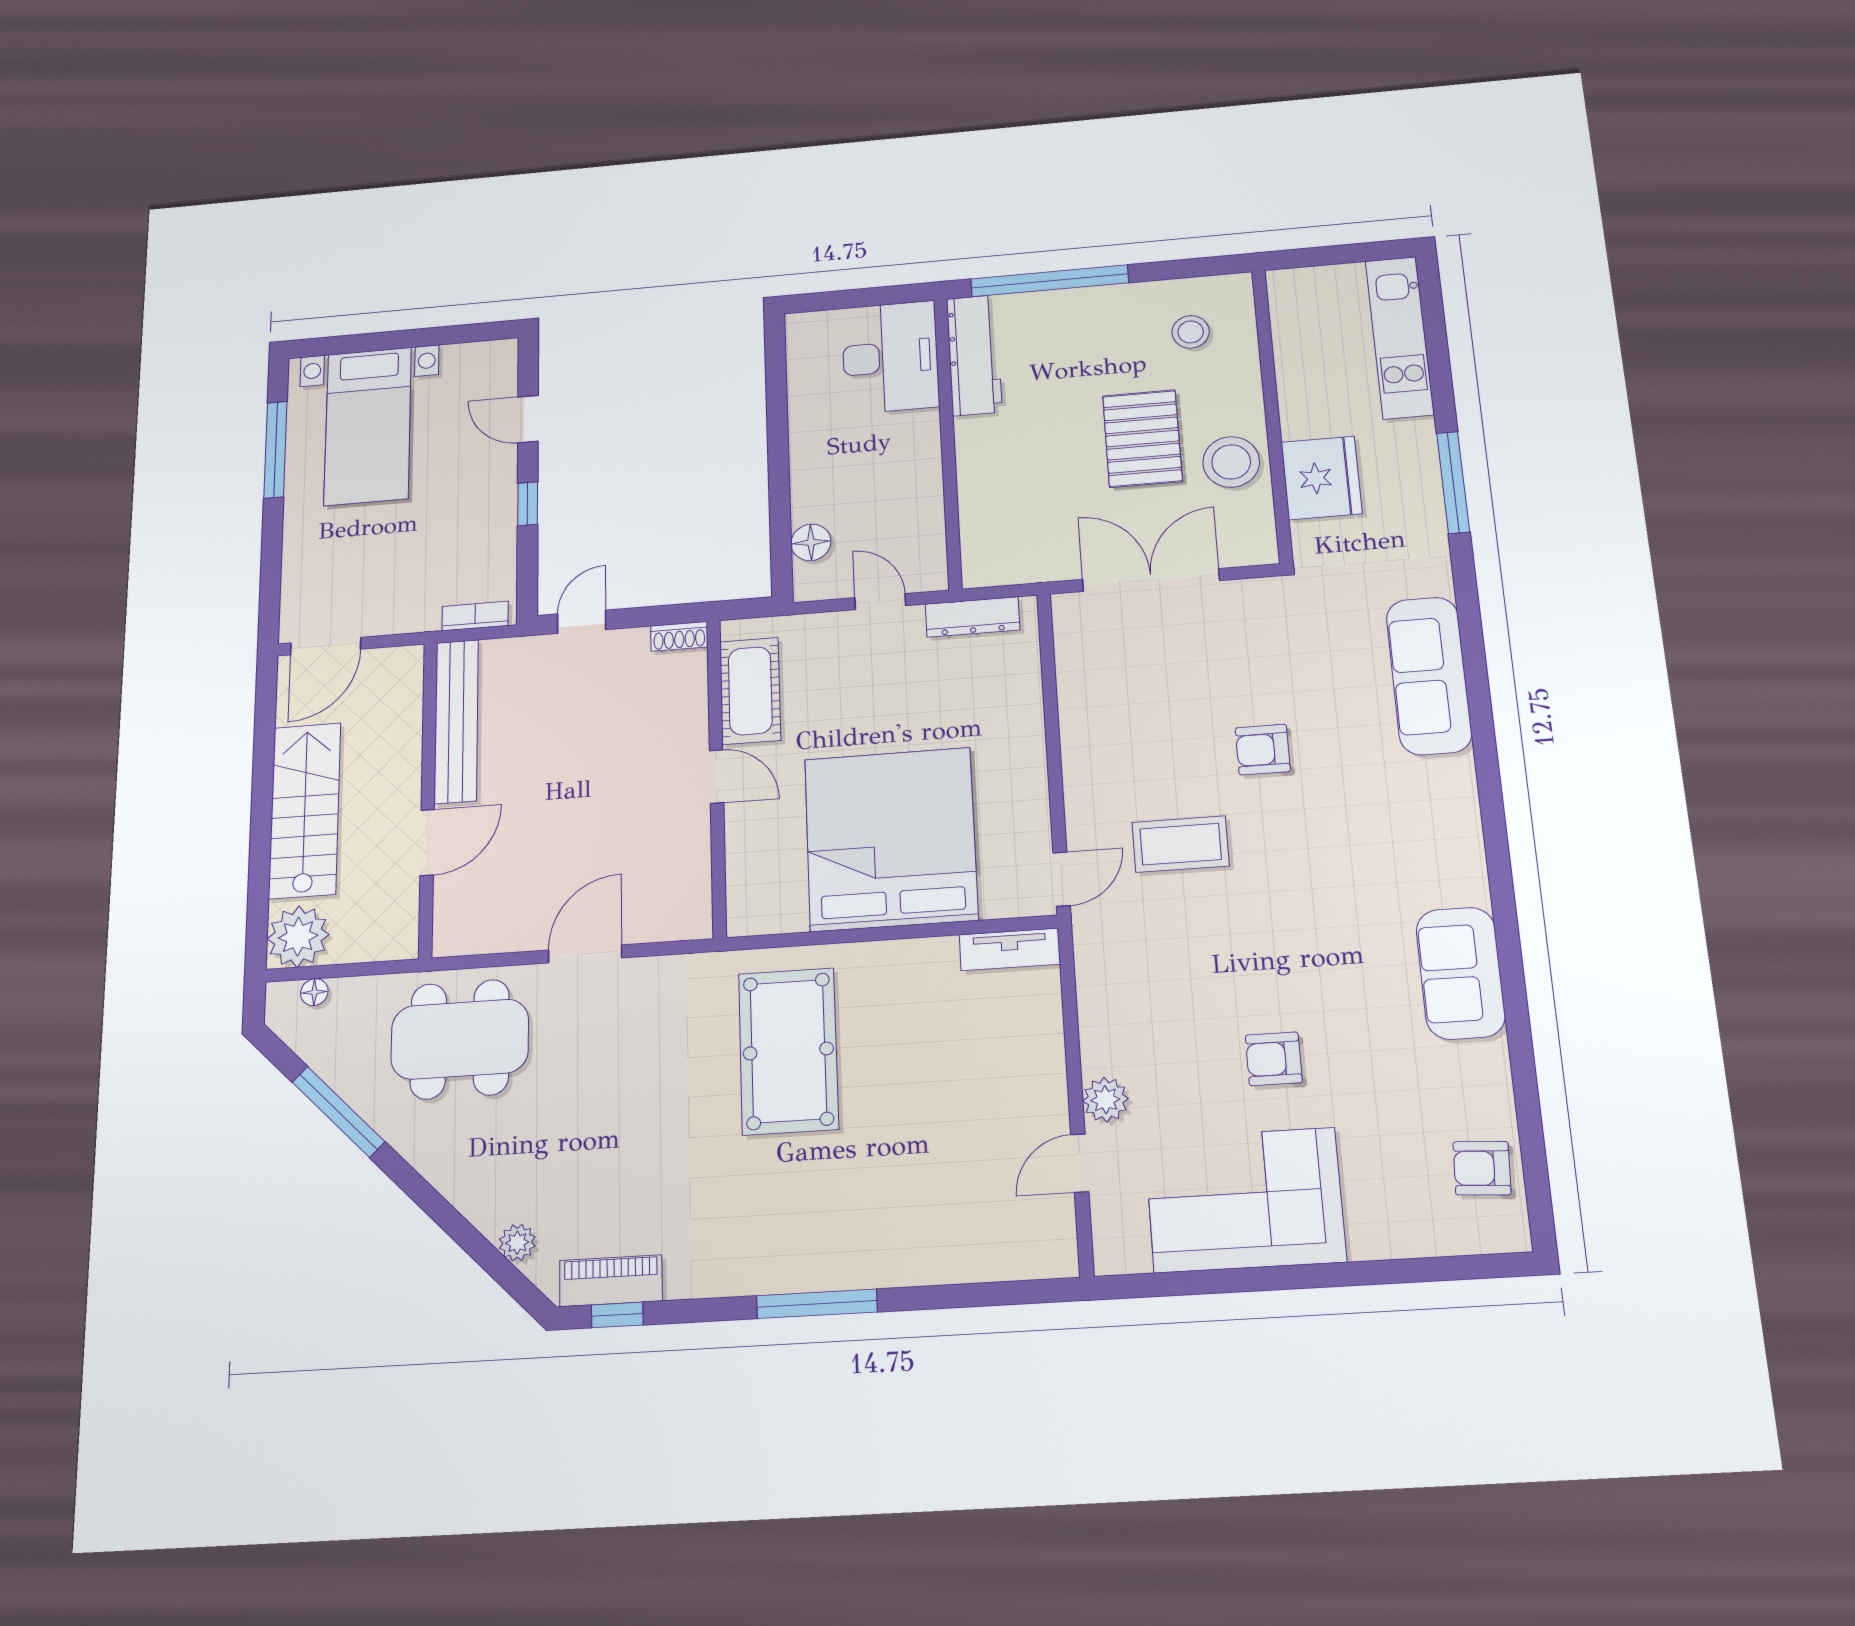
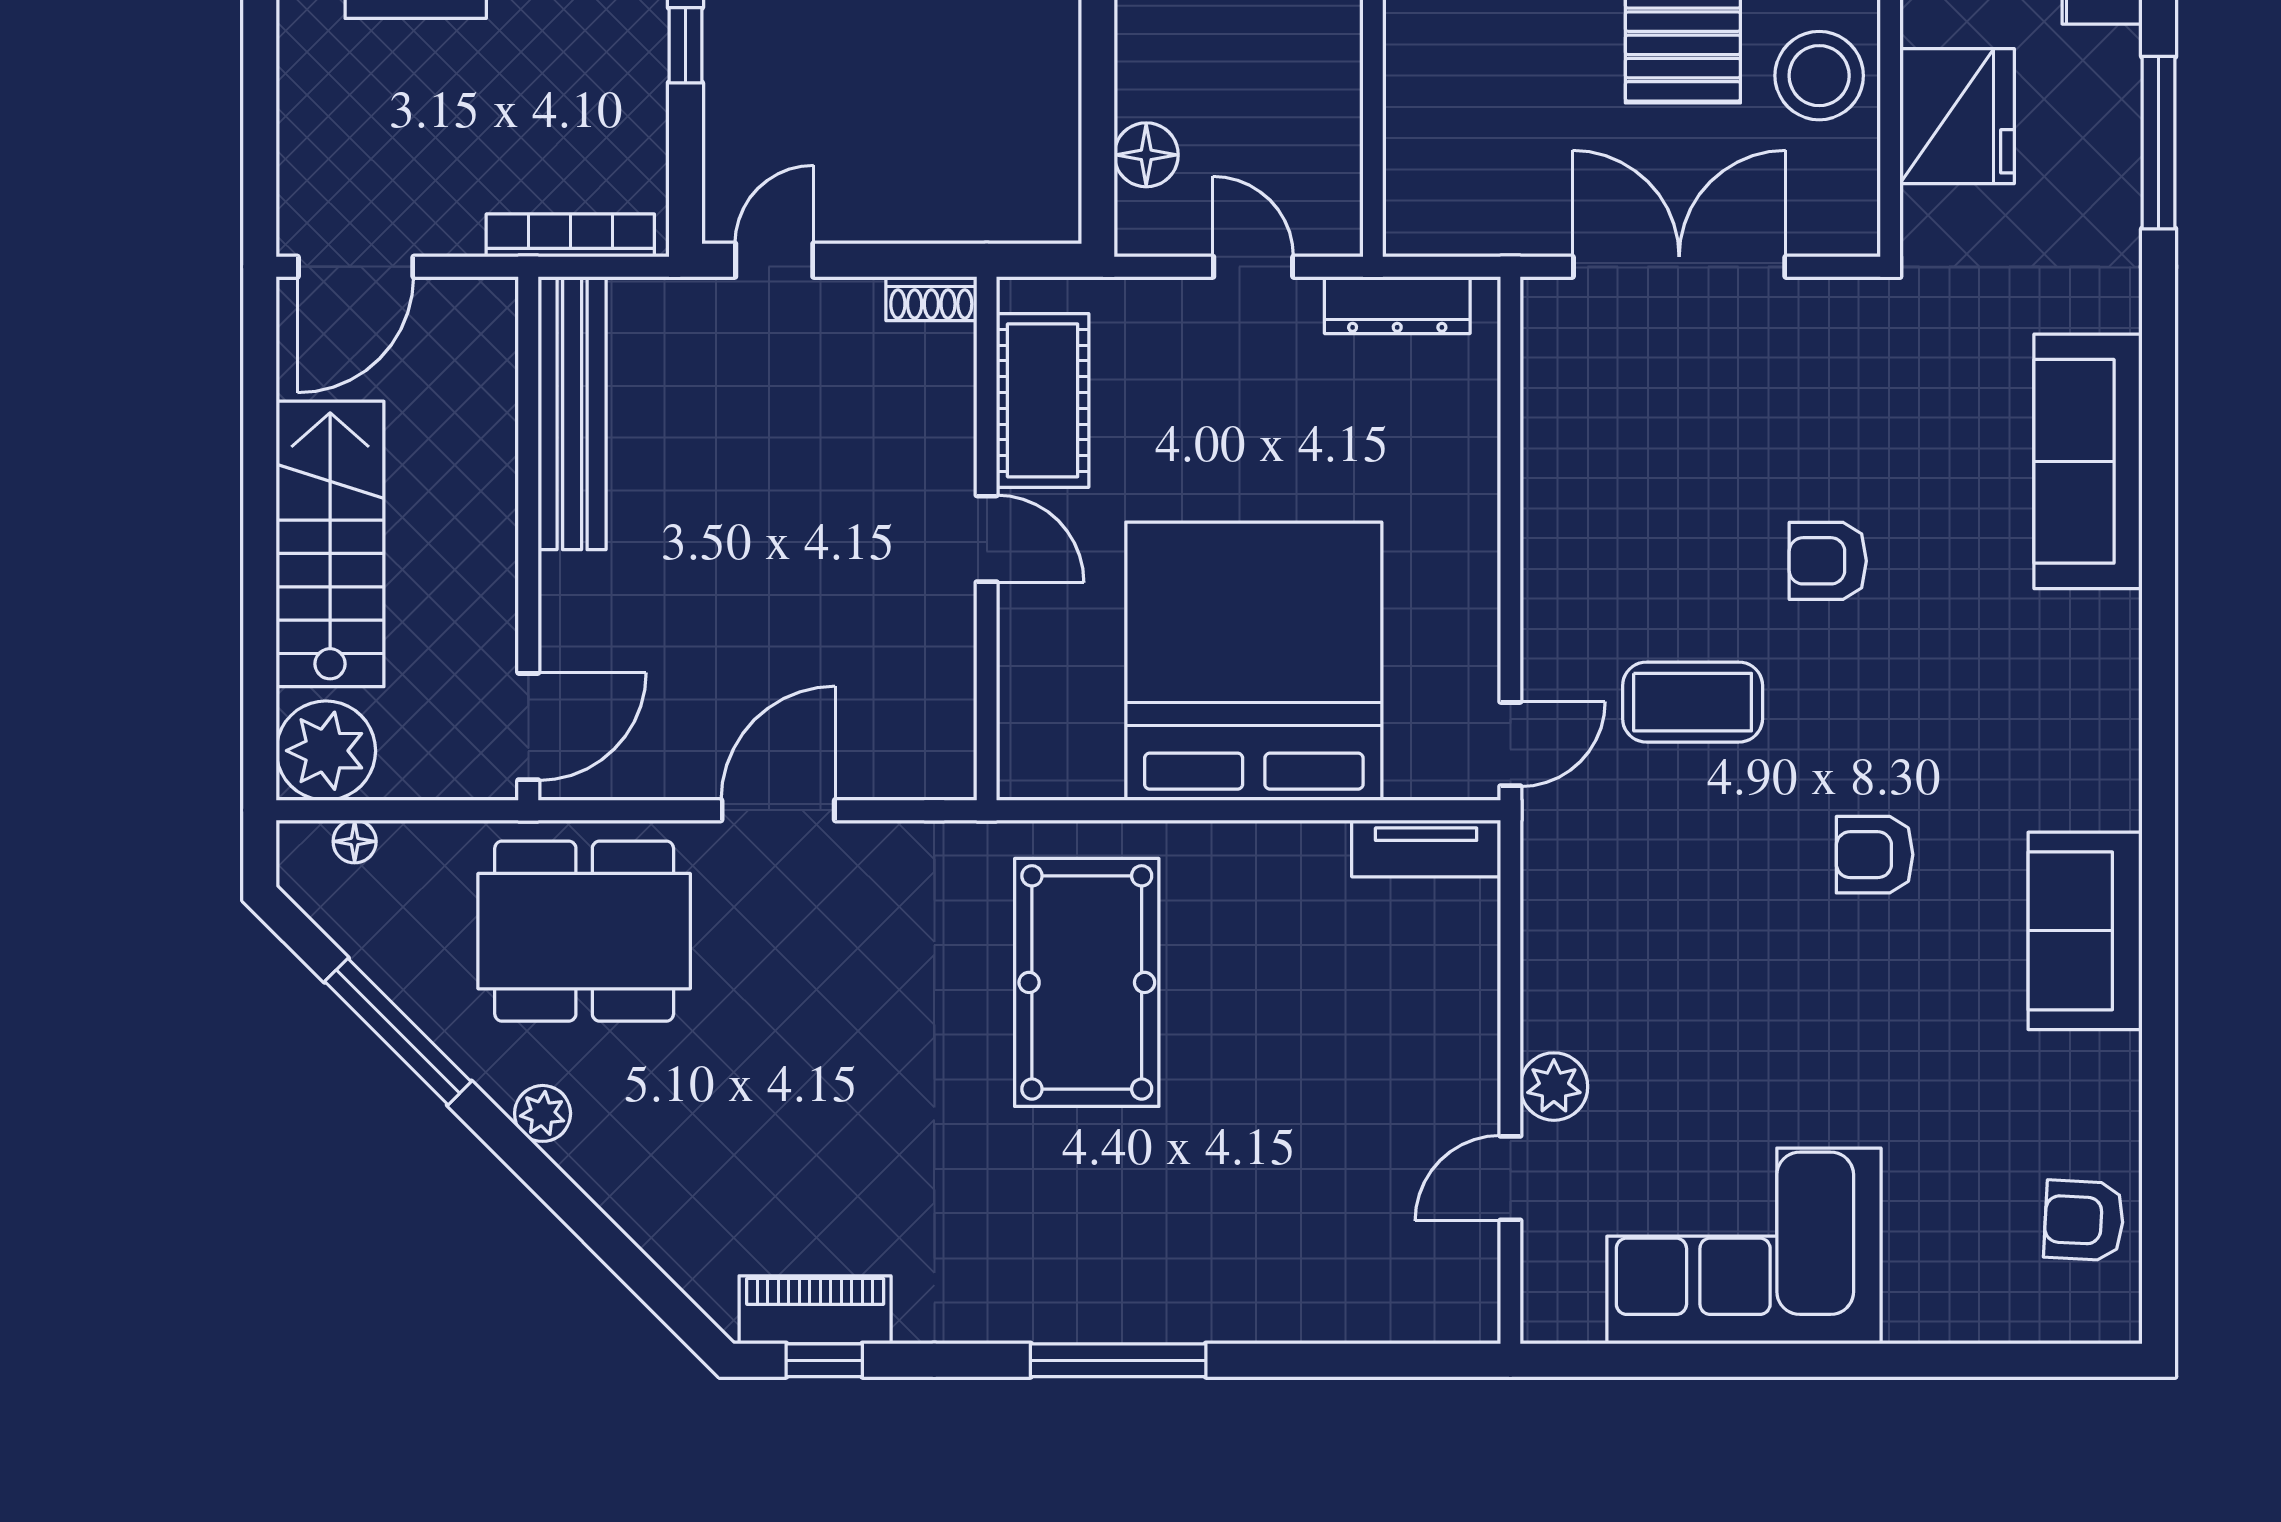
bookcase: (475, 616) -> (570, 235), width x1.56
door: (427, 843) -> (528, 727), moved
armchair: (1274, 1059) -> (1875, 855), moved
plant: (517, 1243) -> (543, 1113), moved

